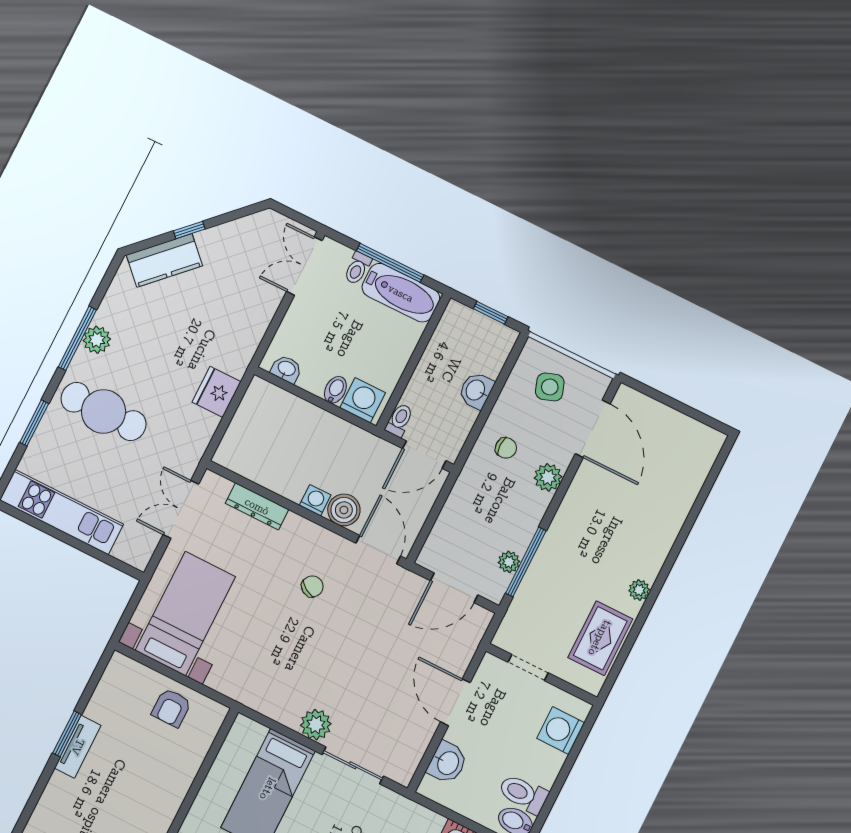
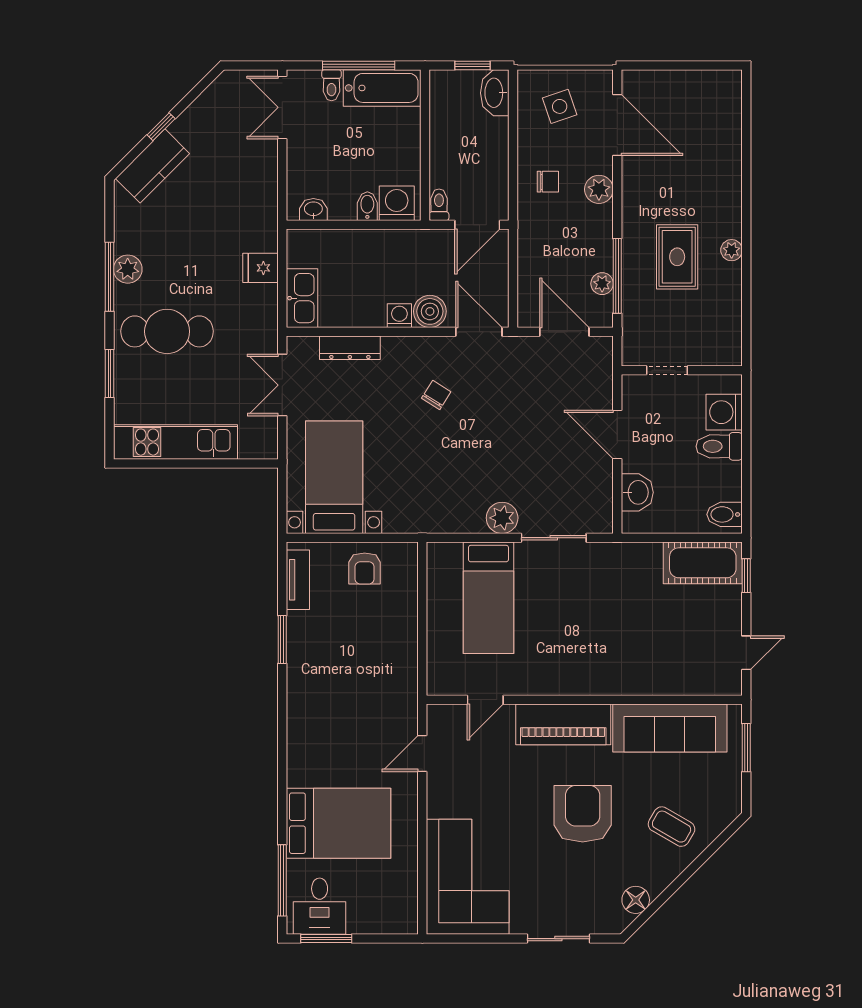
washbasin: (476, 390) -> (495, 93), moved, width x1.38
fridge: (216, 392) -> (261, 268), width x0.72
kitchen sink: (237, 442) -> (302, 298), added
door: (454, 588) -> (564, 332), swing flipped
rug: (600, 638) -> (677, 257), moved
tv unit: (78, 747) -> (298, 580), moved
toilet: (523, 794) -> (719, 446), moved

